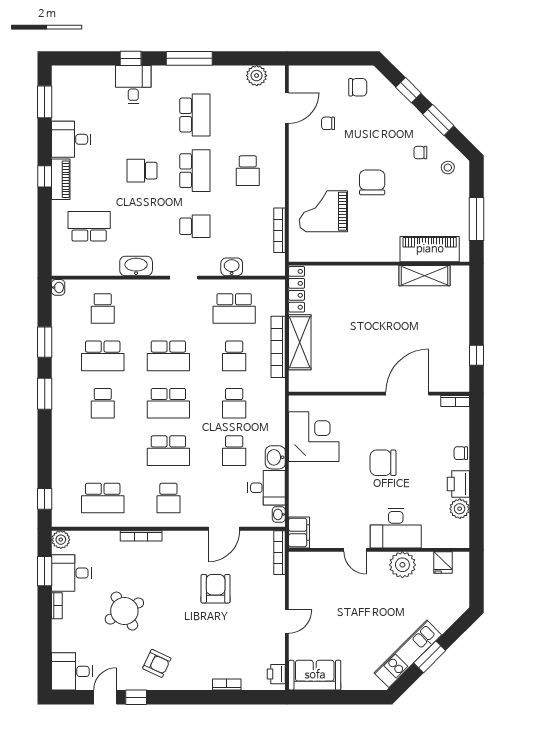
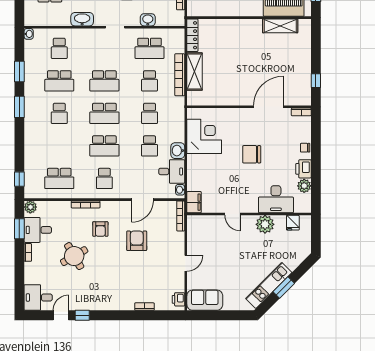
desk: (396, 528) -> (276, 199), moved
armchair: (157, 663) -> (100, 229), moved, turned 65

